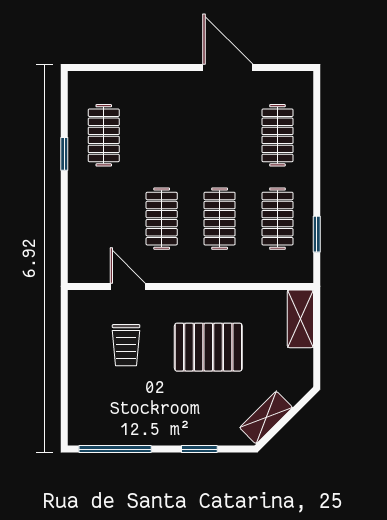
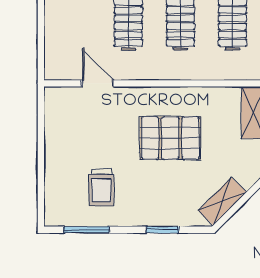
trolley: (126, 345) -> (101, 187), moved
window: (115, 449) -> (87, 230), width x0.69

